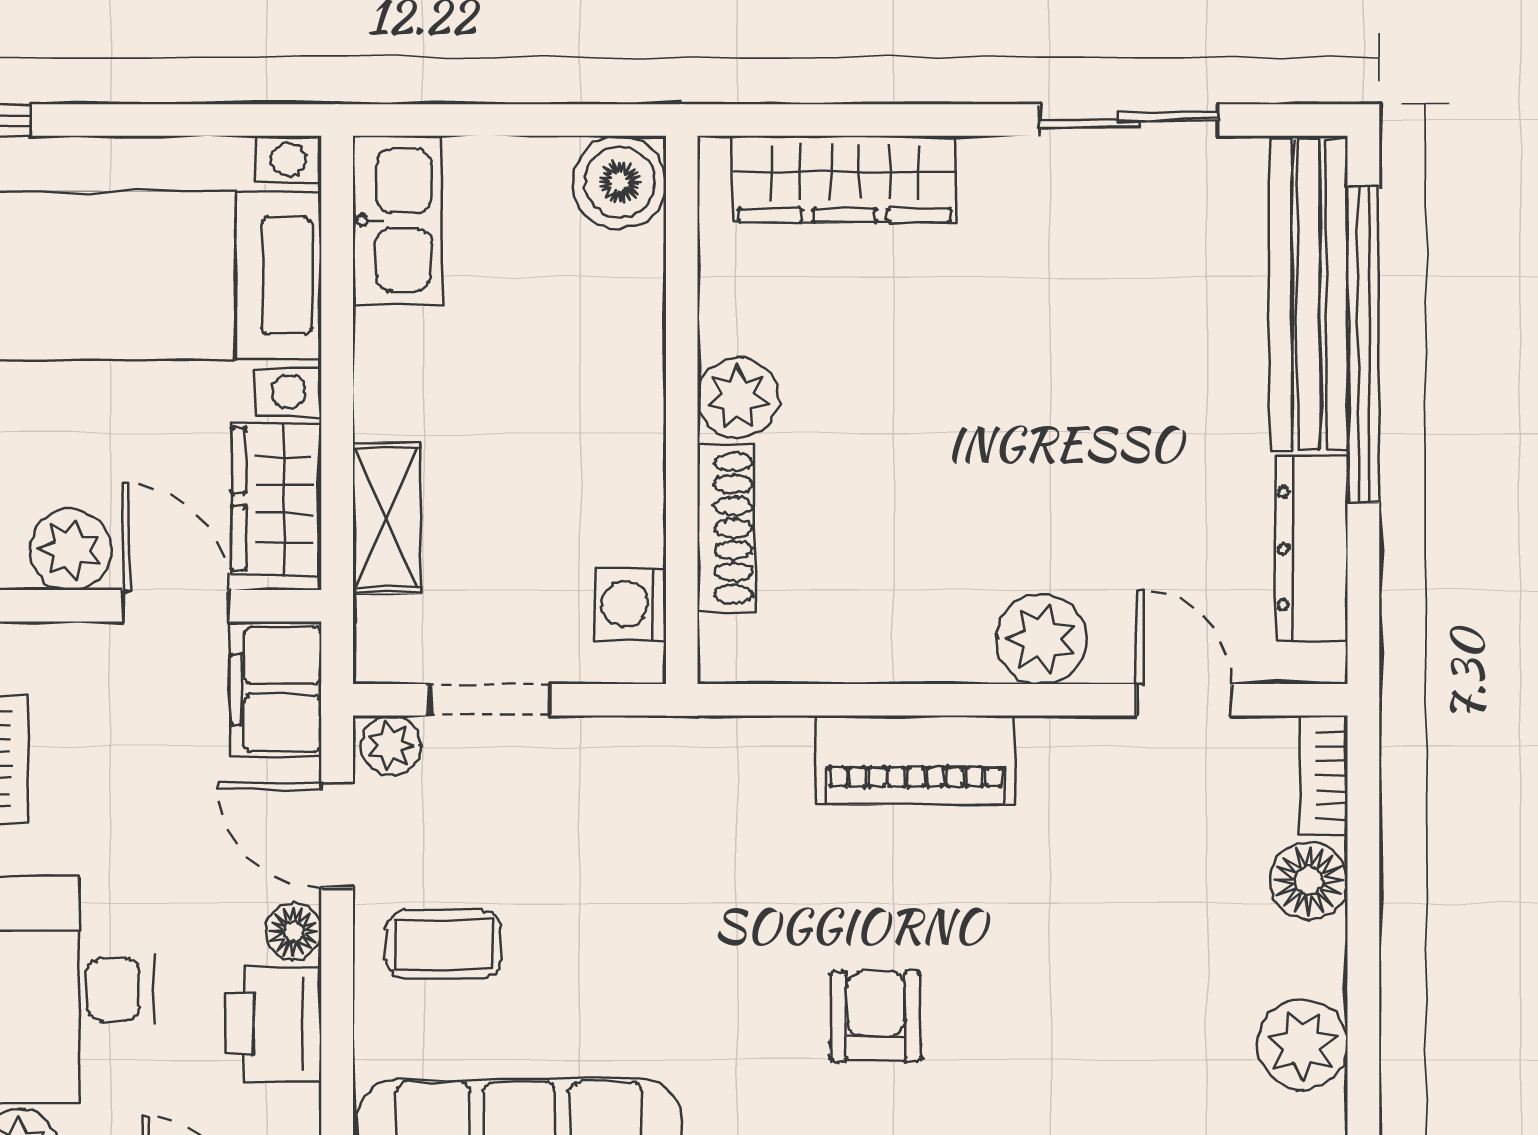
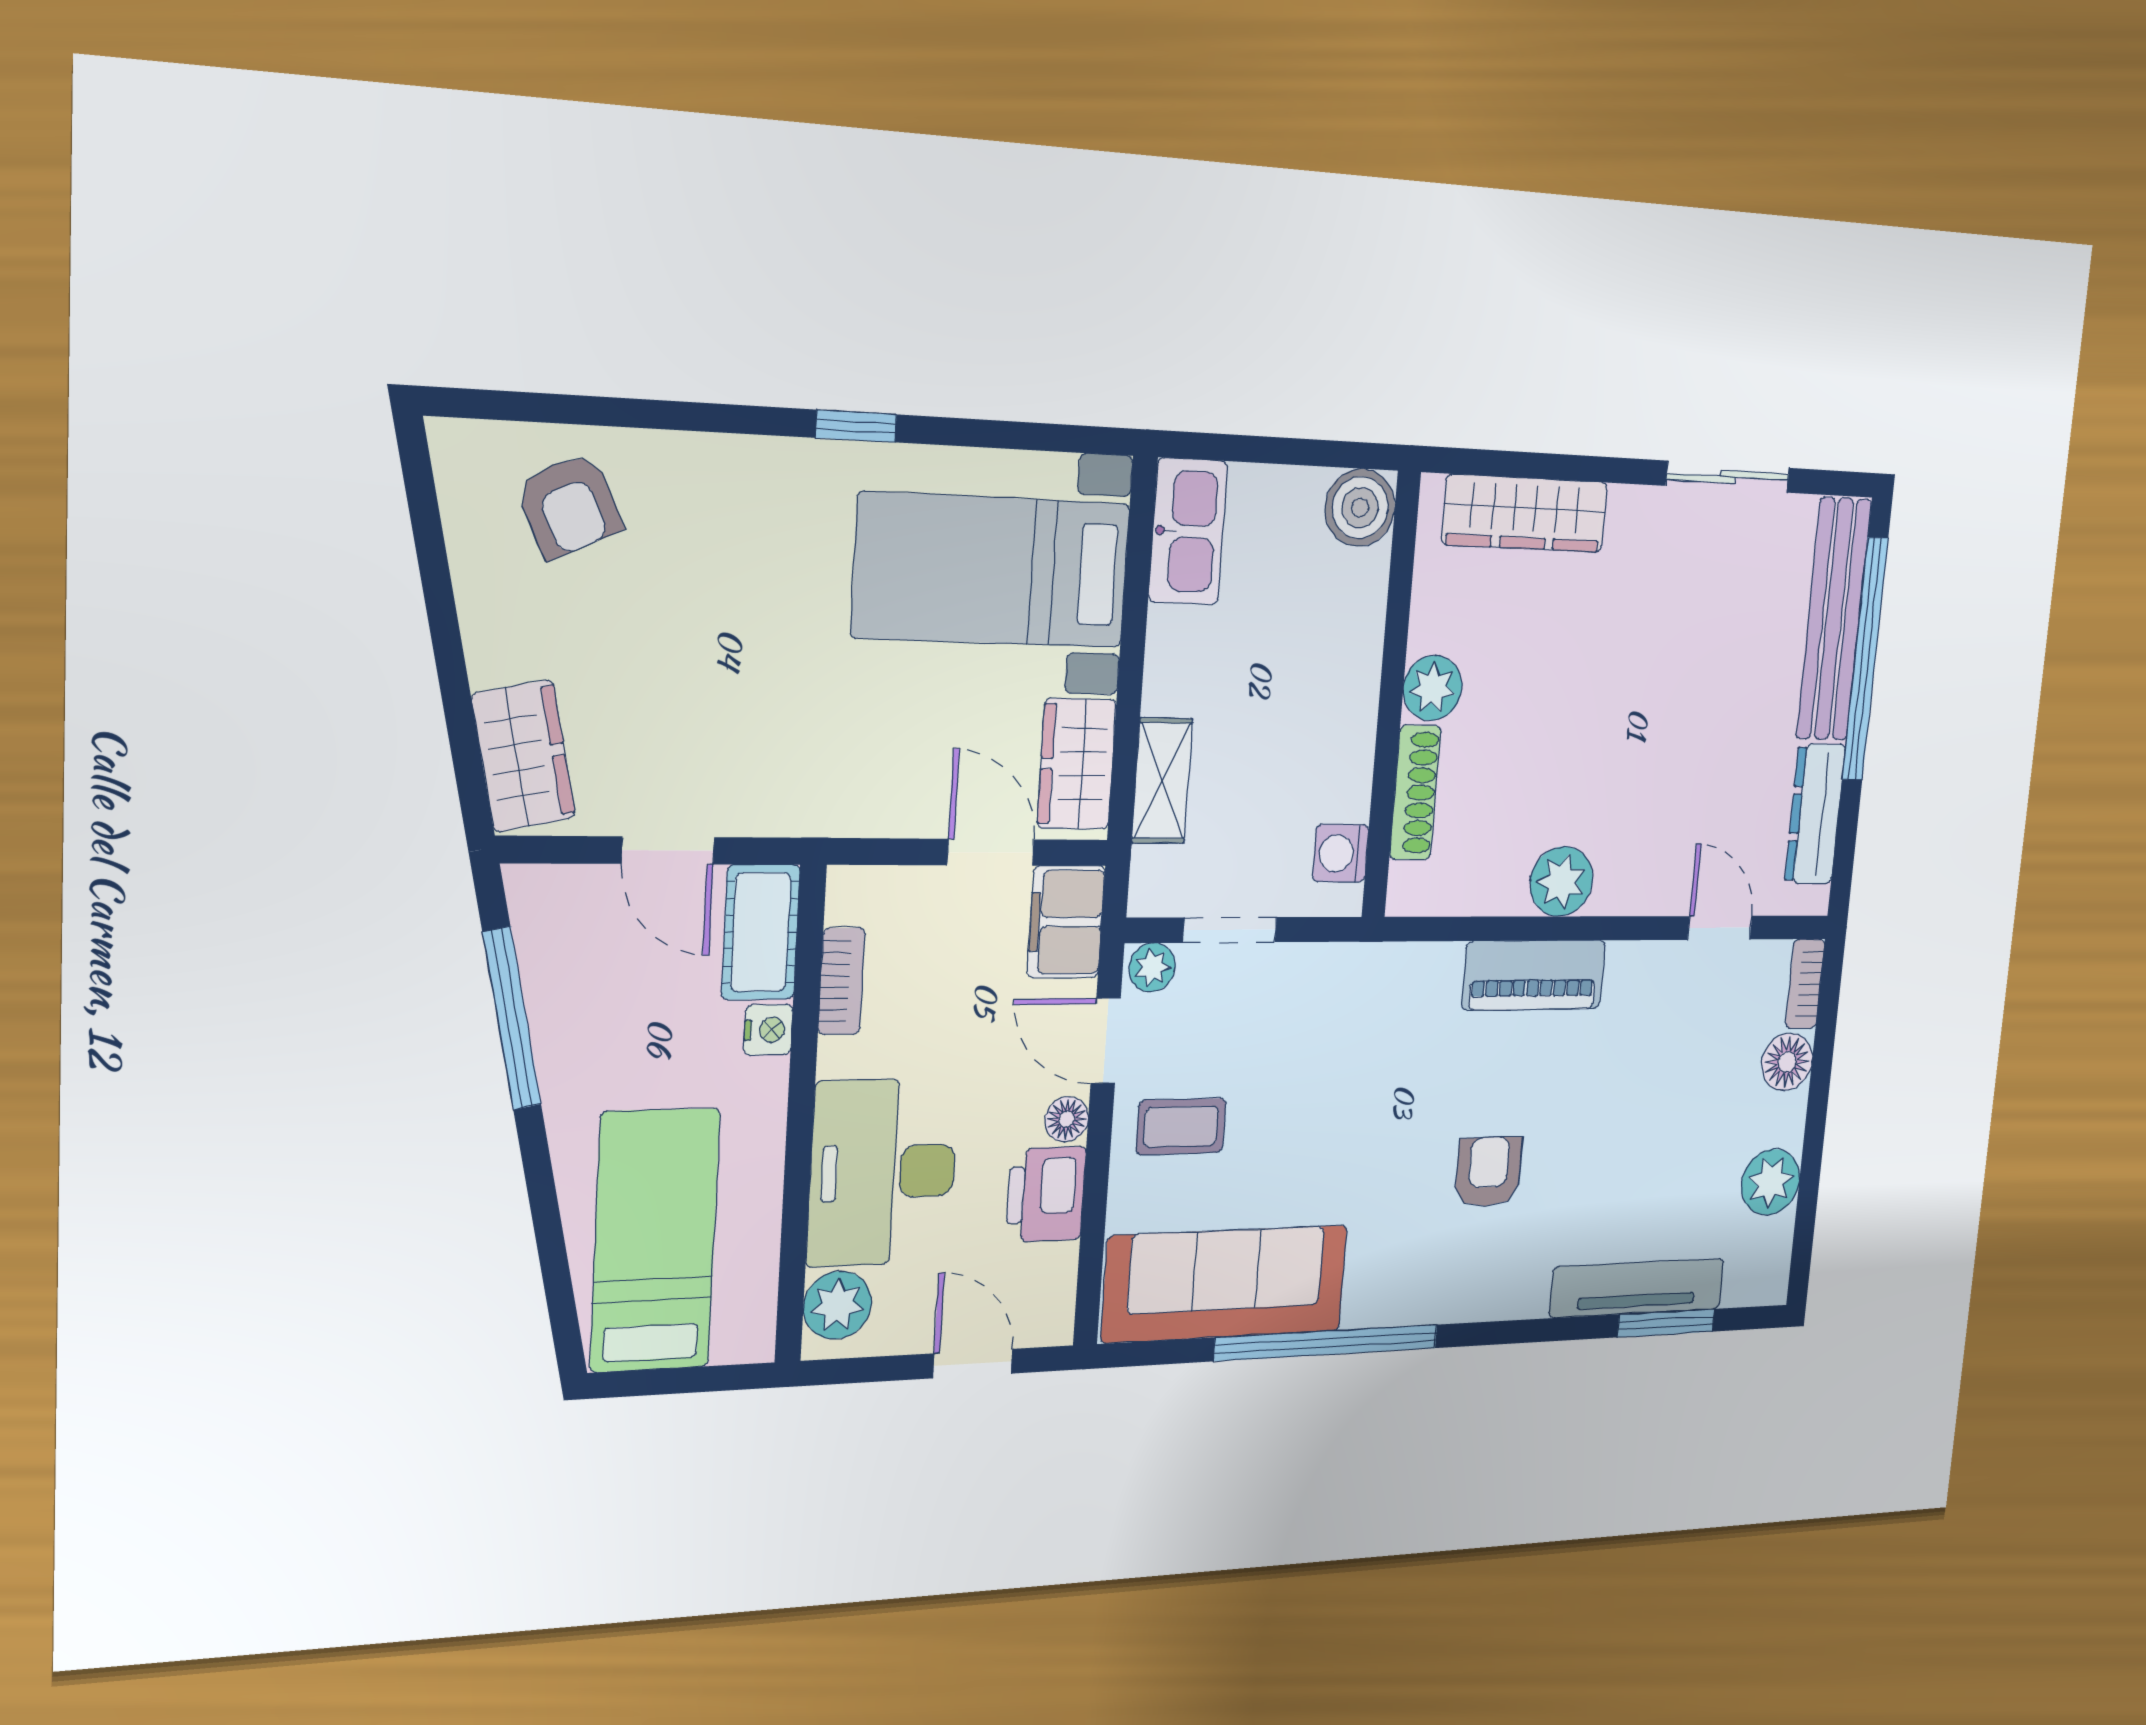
plant: (70, 550) -> (908, 804), removed
plant: (1041, 639) -> (1561, 882), moved

